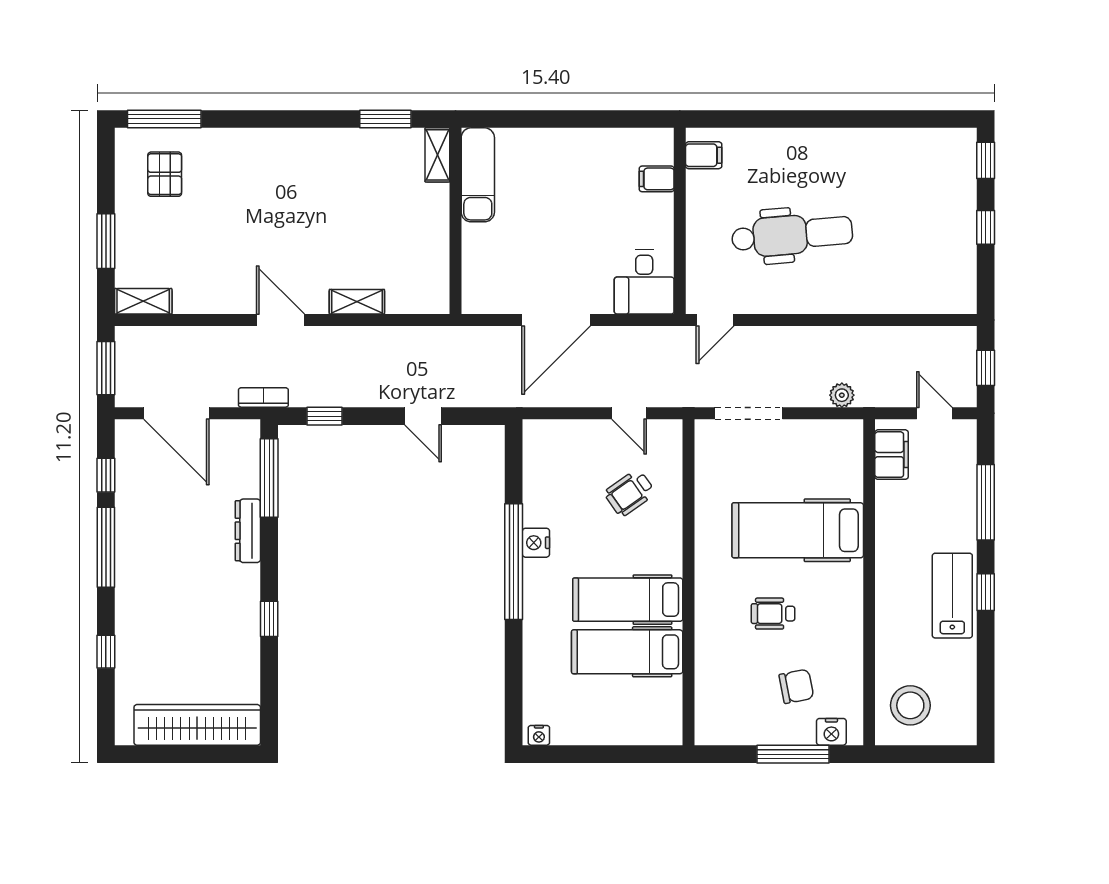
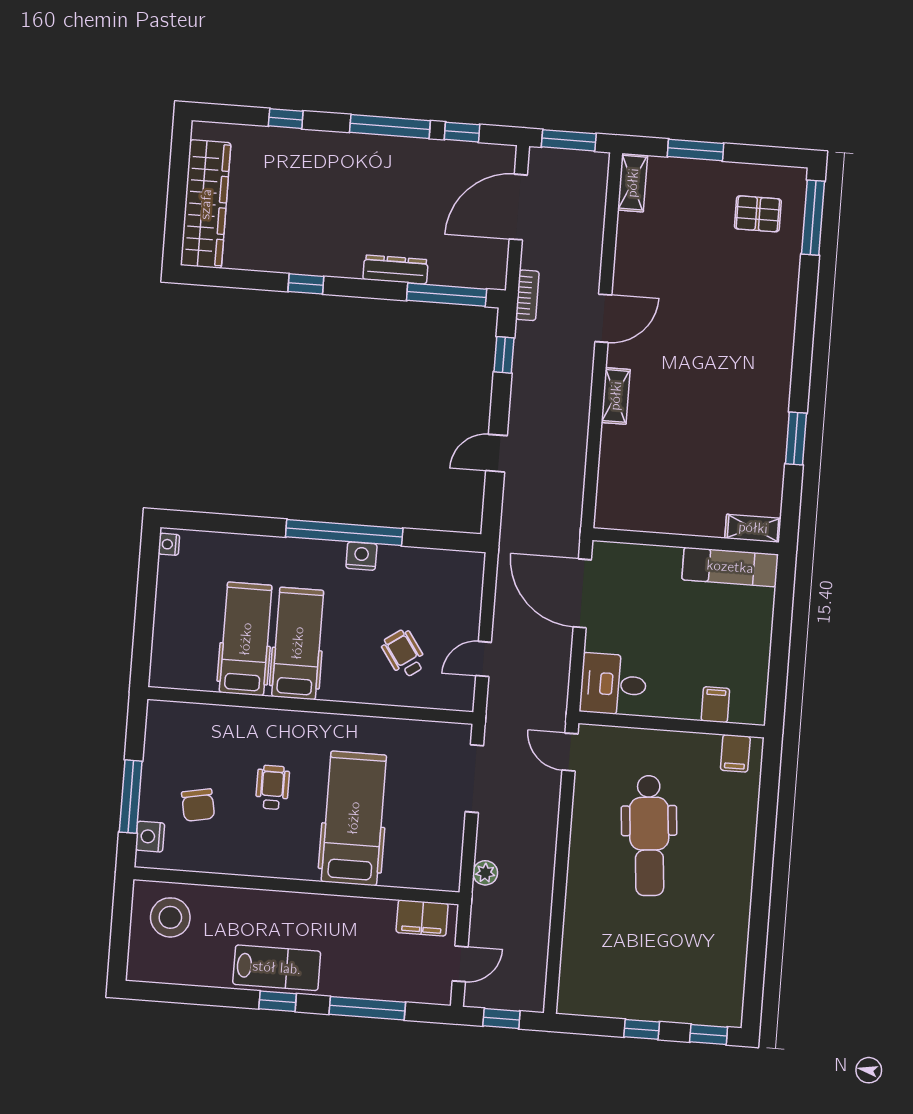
shelving: (437, 155) -> (753, 528), moved
exam couch: (478, 175) -> (730, 567), moved
wall: (455, 221) -> (686, 541), moved

